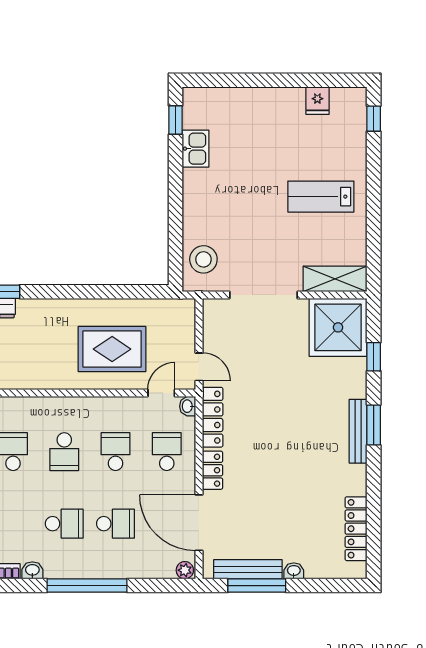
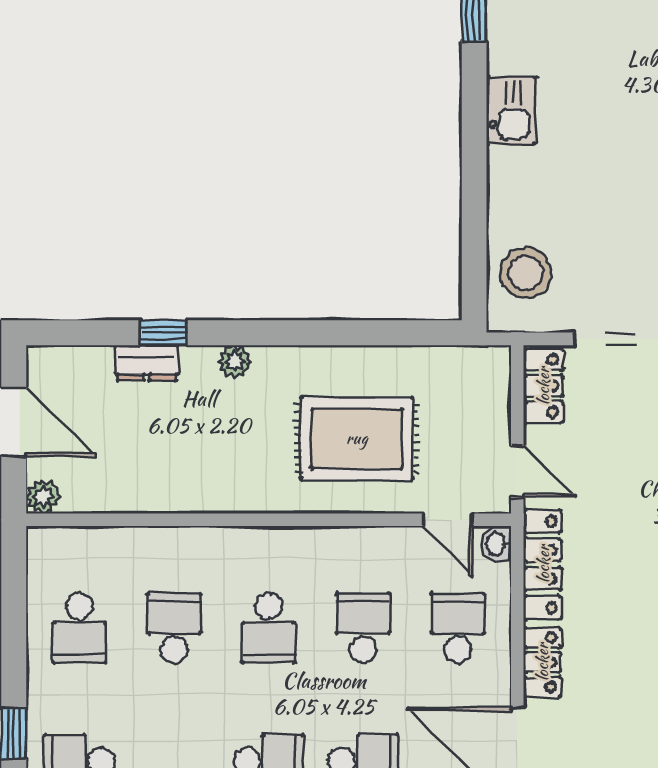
kitchen sink: (196, 149) -> (511, 111), moved
plant: (46, 307) -> (235, 361), added
locker: (213, 321) -> (543, 386), added
door: (161, 393) -> (448, 520), swing flipped

